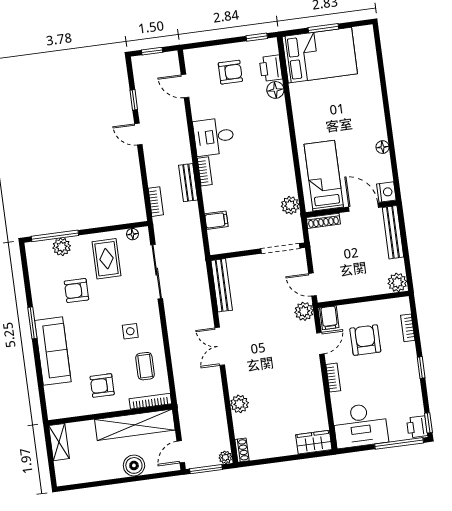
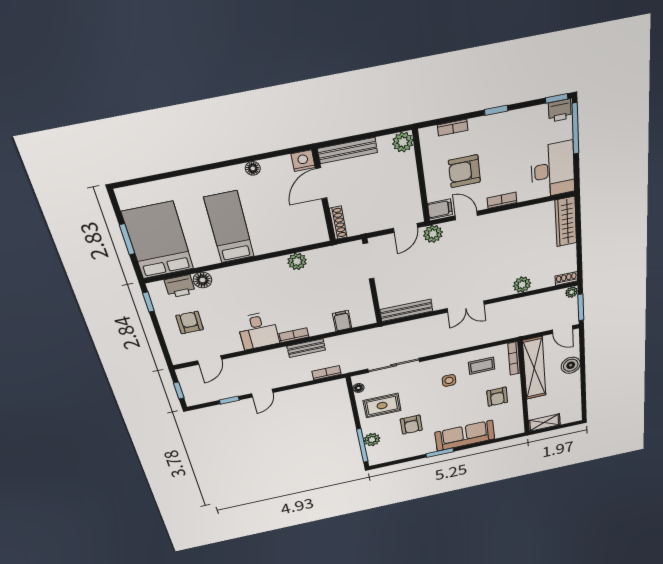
bed: (324, 176) -> (229, 227), moved, turned 90
plant: (290, 205) -> (297, 261), moved
wardrobe: (314, 442) -> (566, 222), width x1.50

